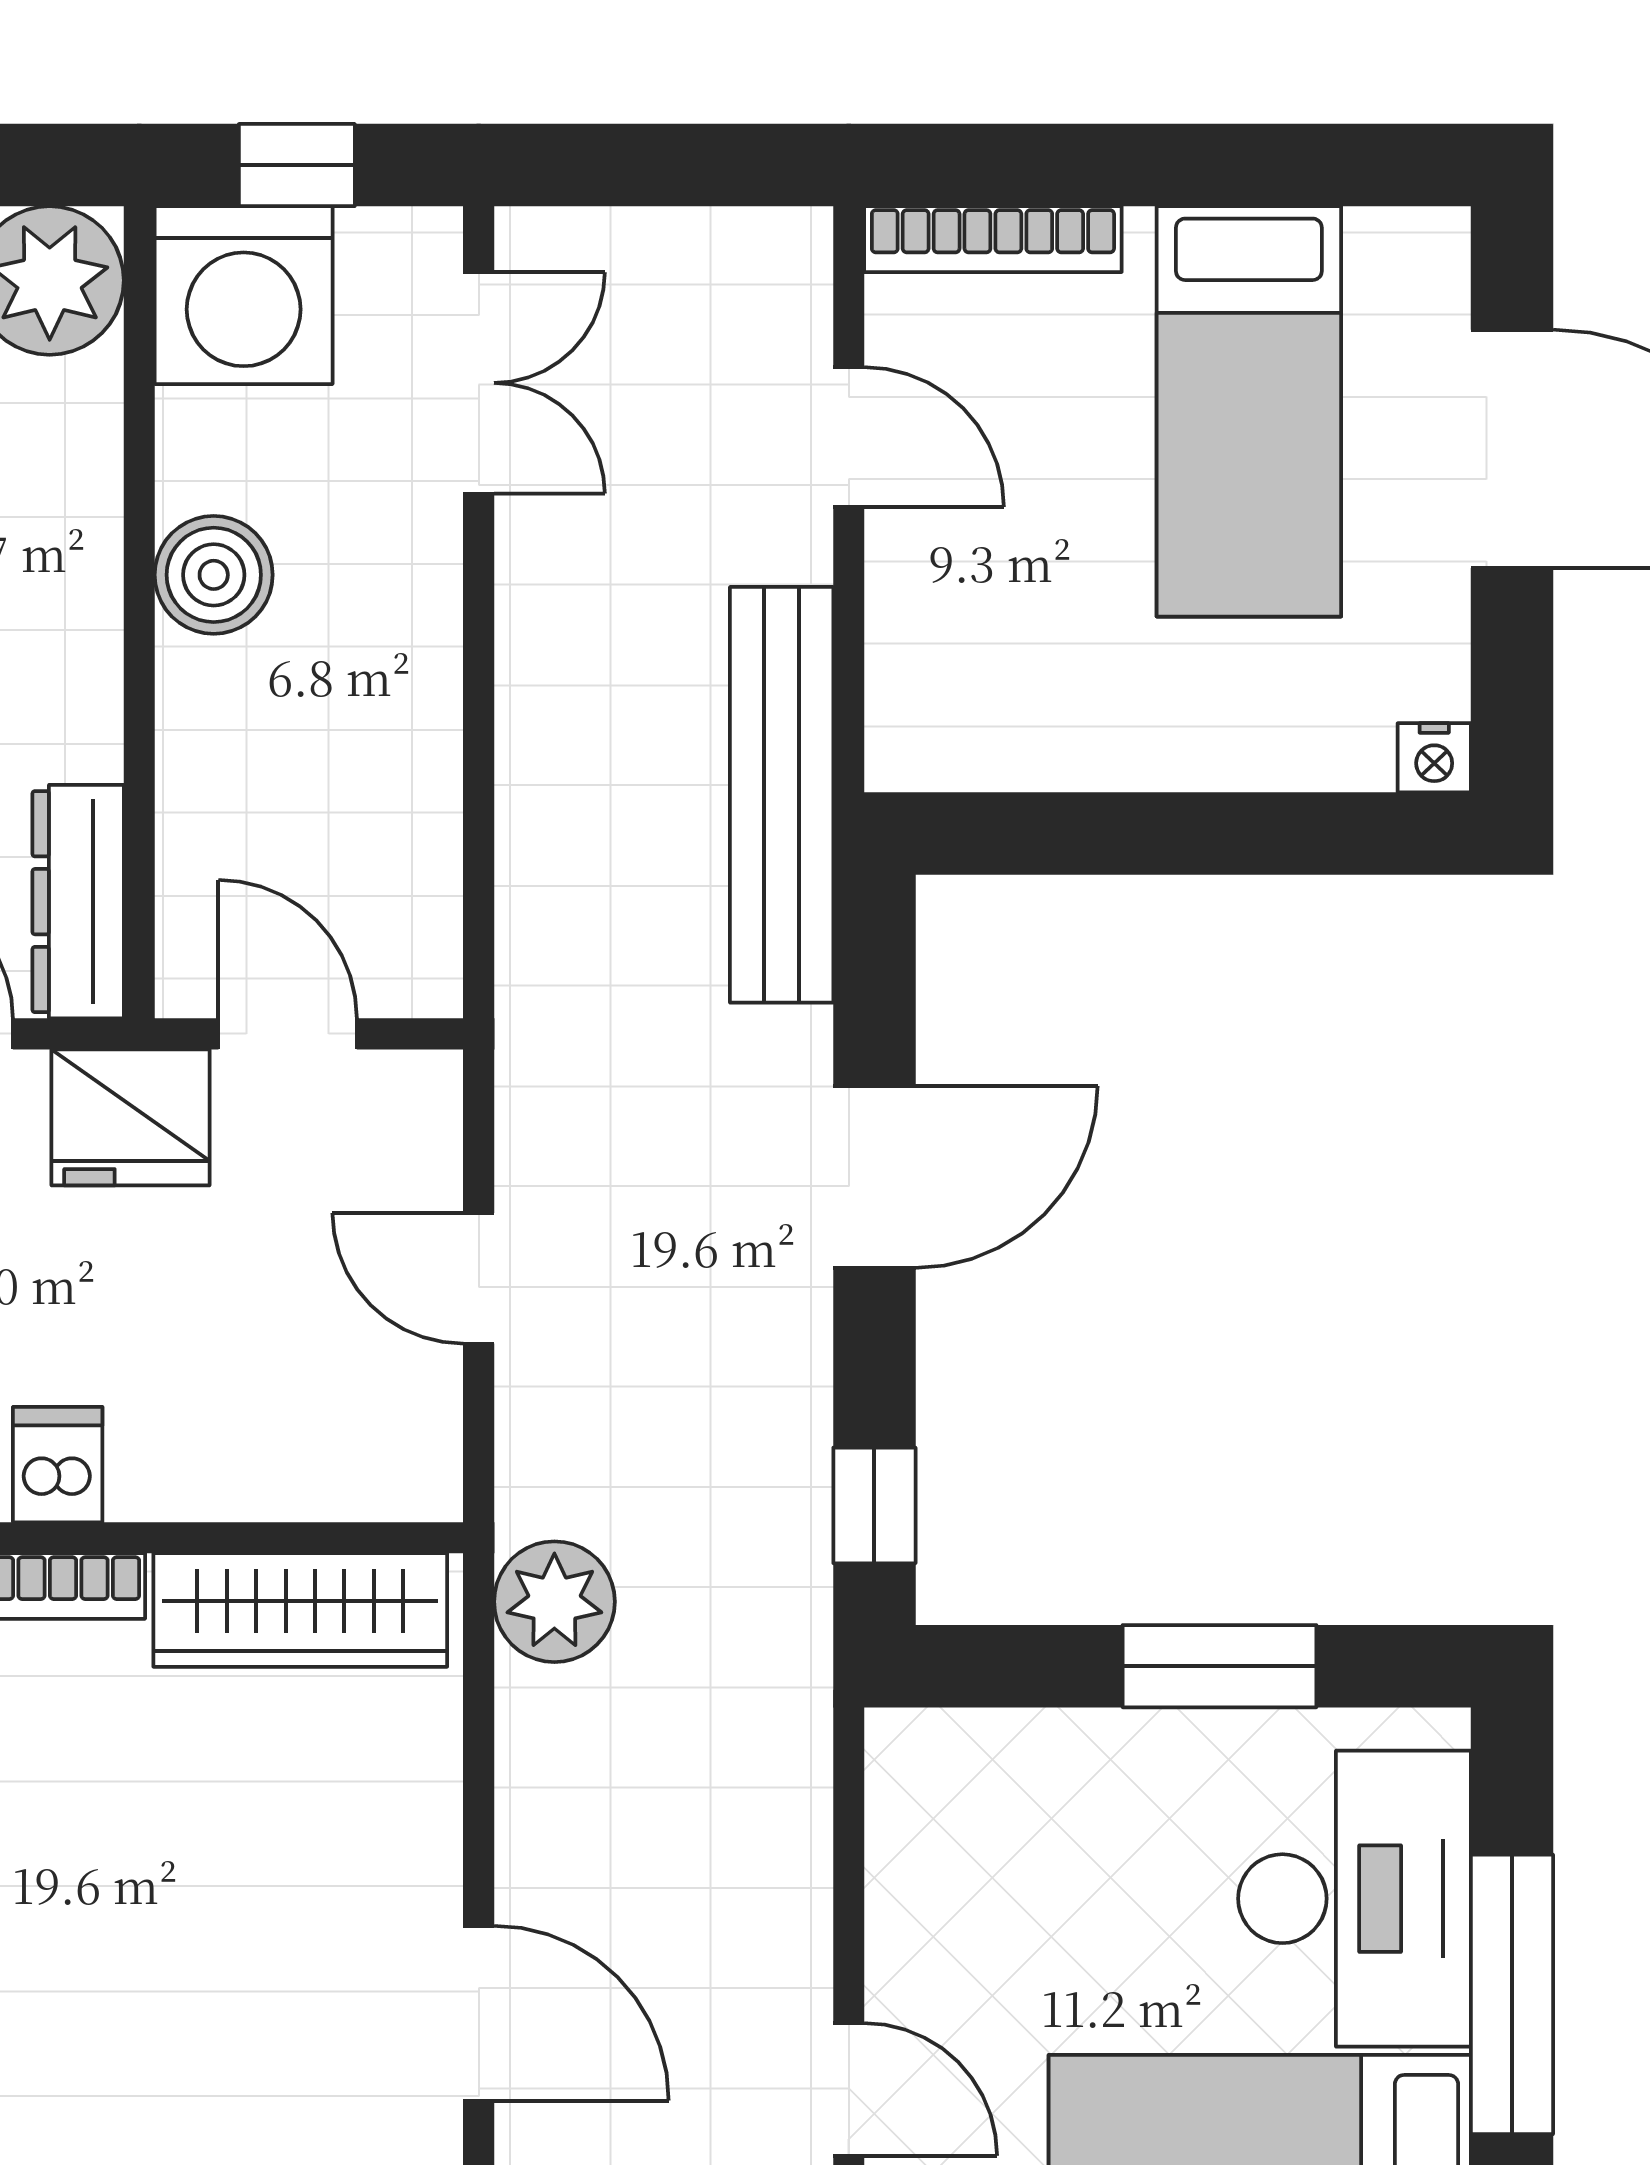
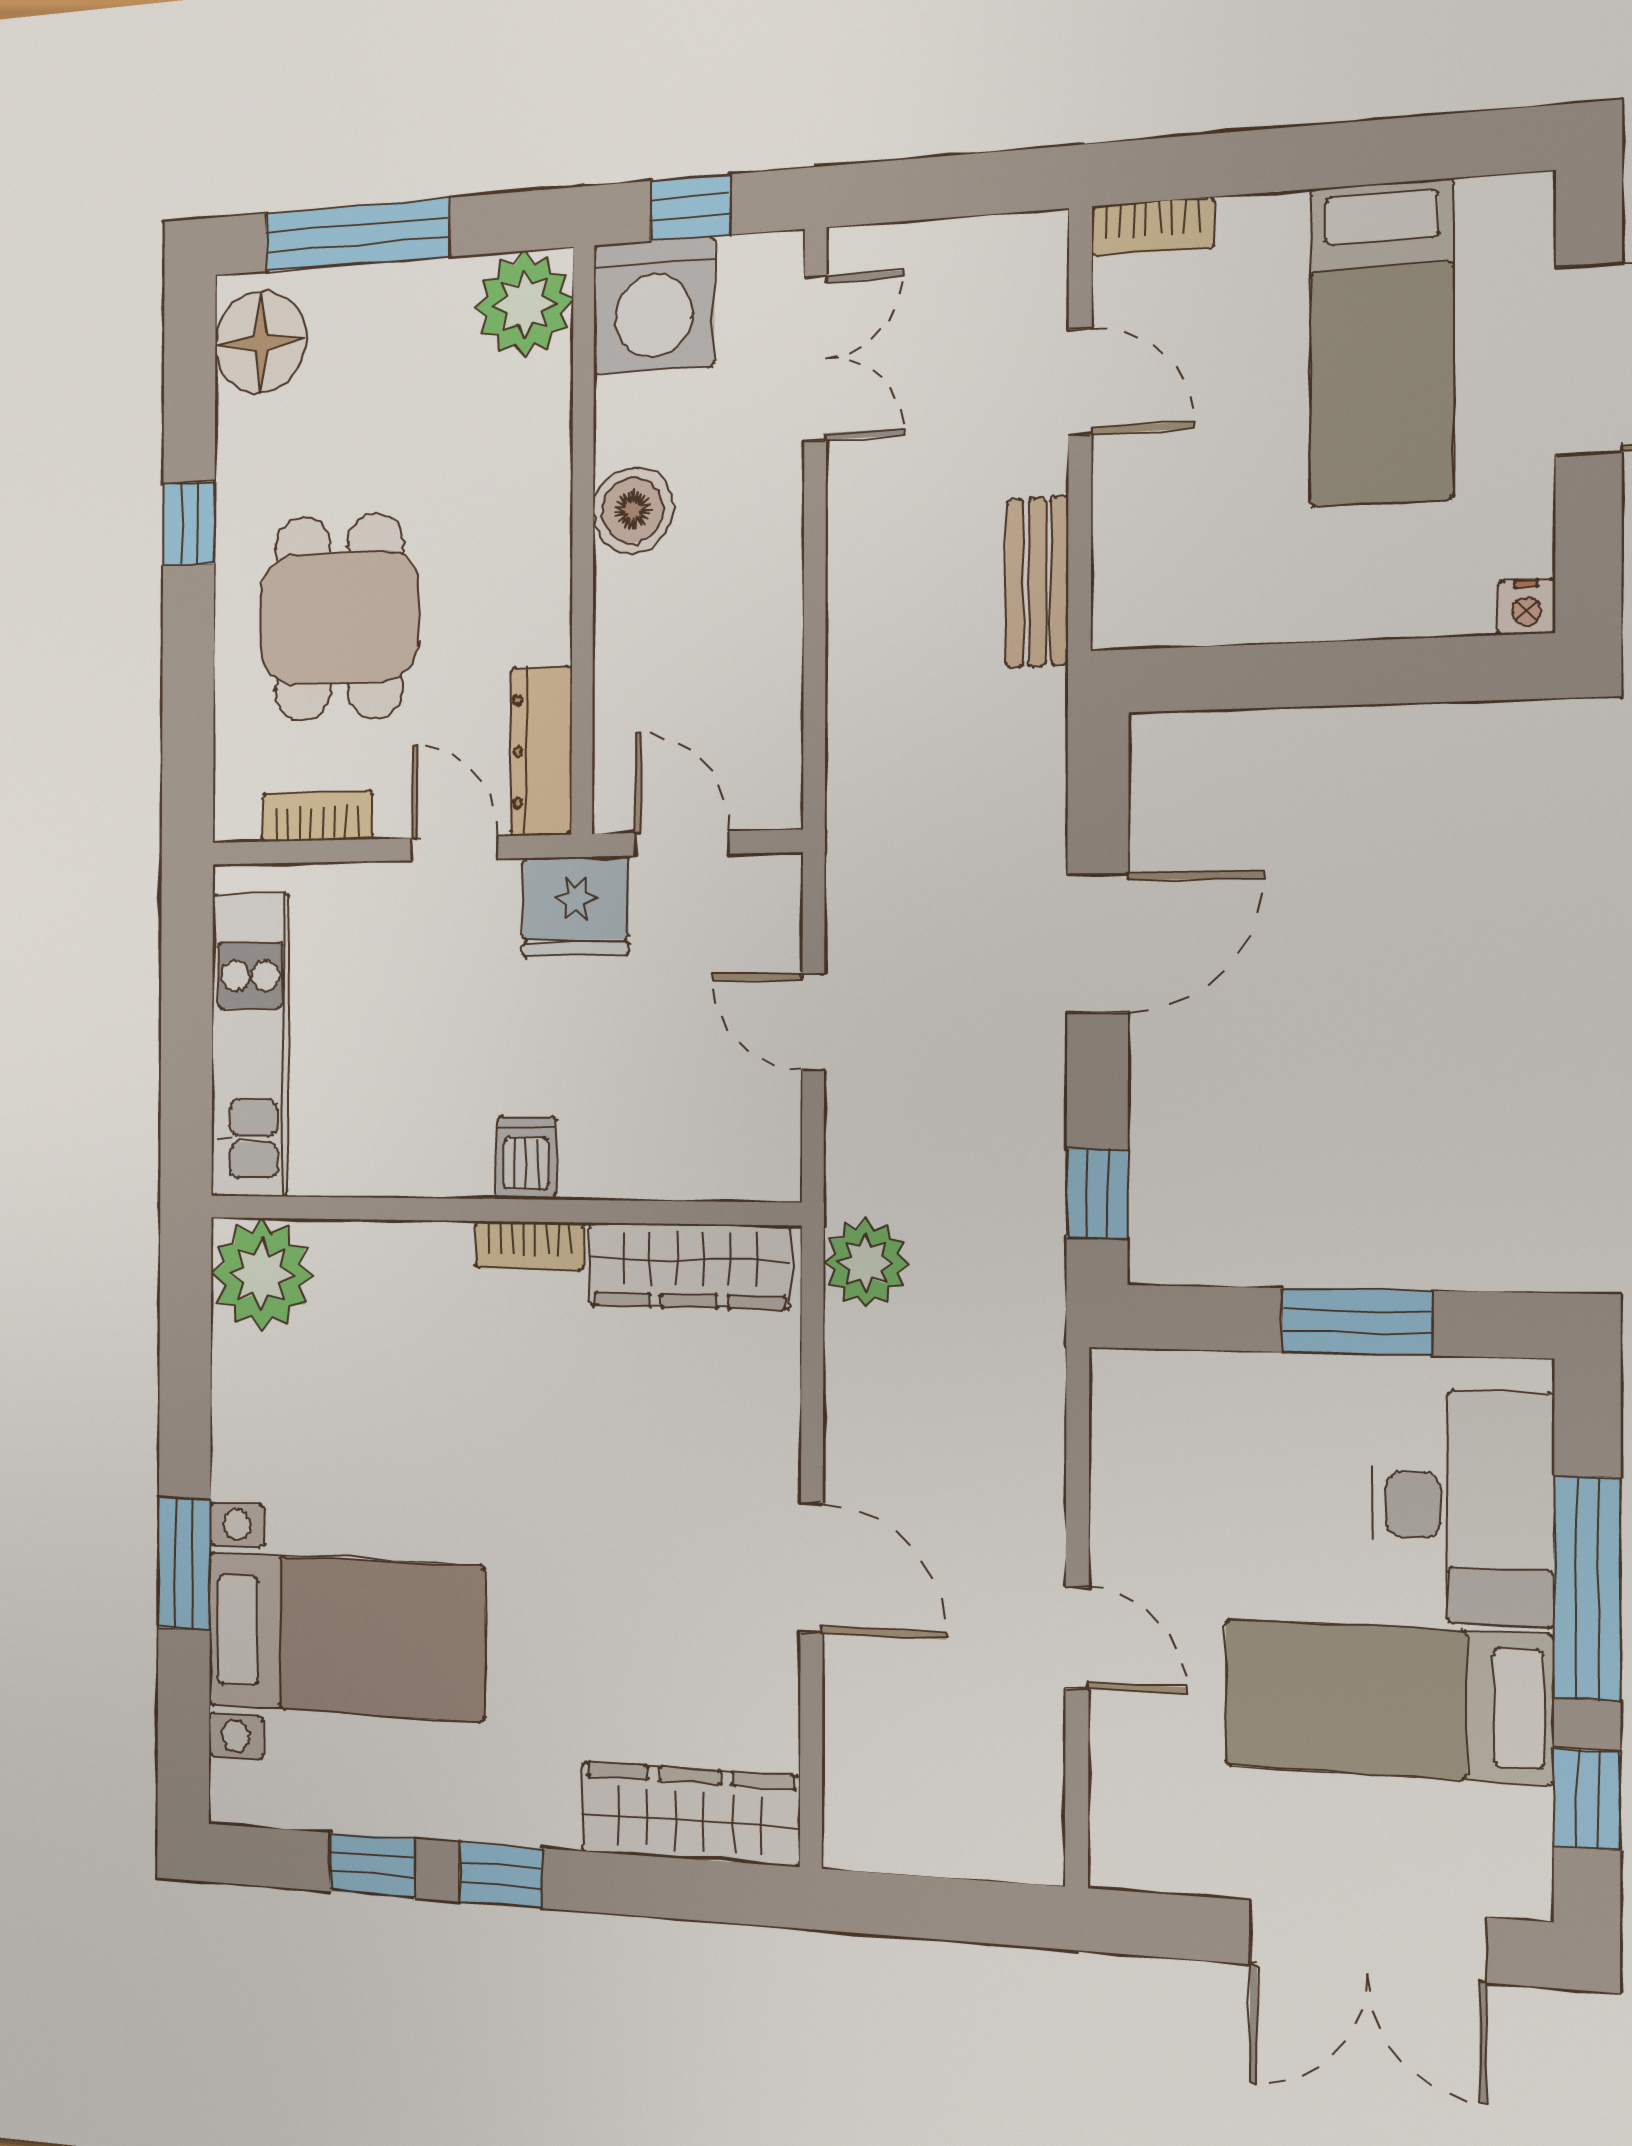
bookcase: (993, 239) -> (1153, 227), width x0.64
bench: (782, 795) -> (1037, 582), width x0.54, depth x0.82

